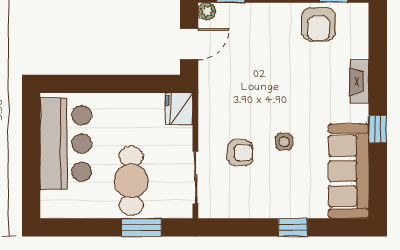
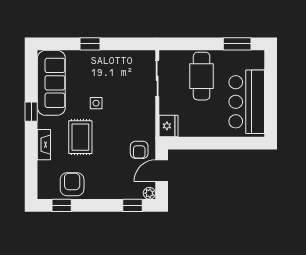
rug: (307, 92) -> (80, 137), added
armchair: (240, 153) -> (139, 150), moved, turned -90
window: (141, 227) -> (237, 44), moved

